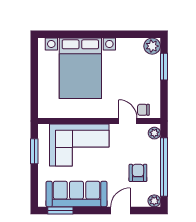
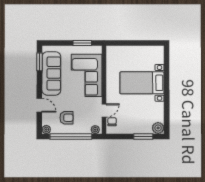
bed with nightstands: (80, 68) -> (142, 83), width x0.73

